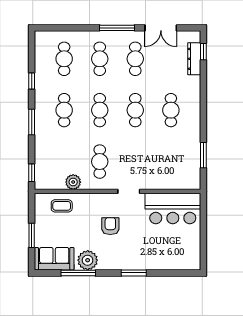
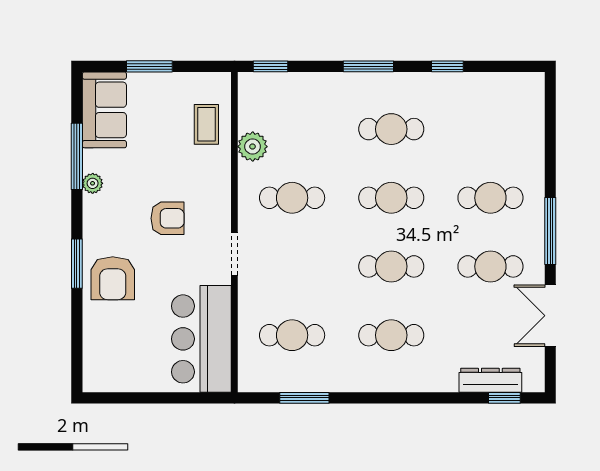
cafe table: (64, 59) -> (292, 335), moved
armchair: (141, 254) -> (113, 278), added
plant: (88, 260) -> (93, 183), width x0.53, depth x0.53

